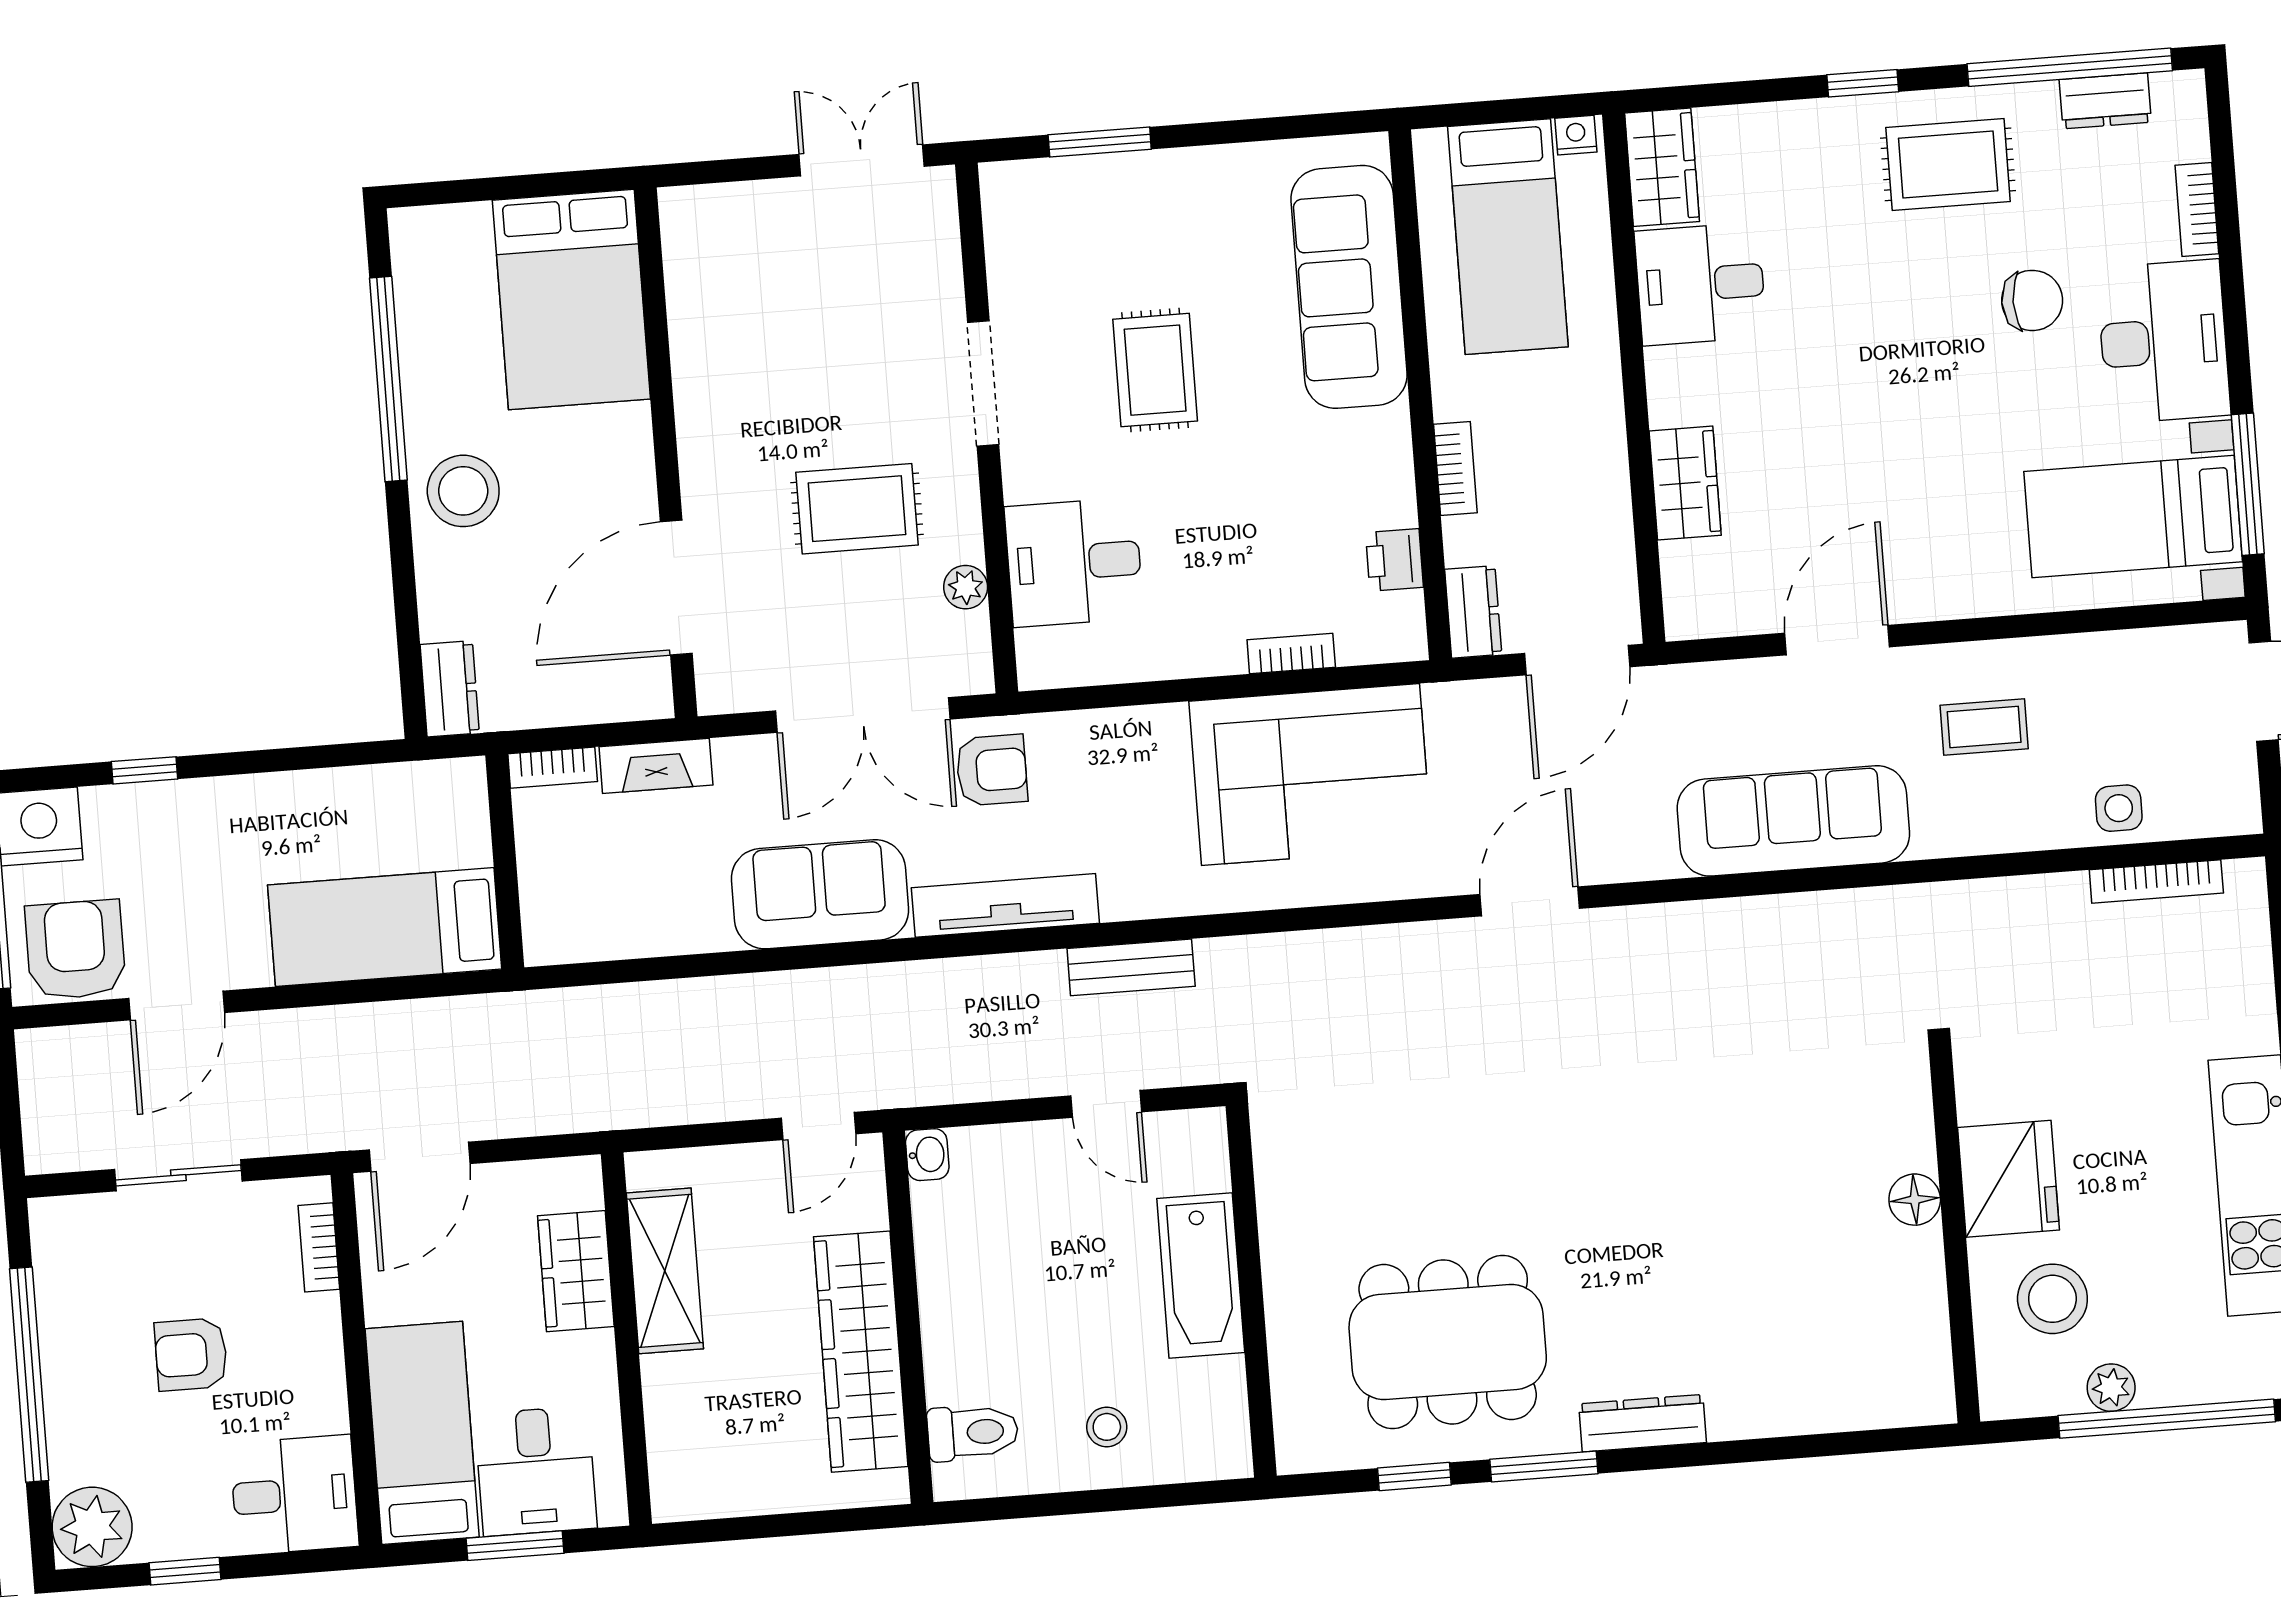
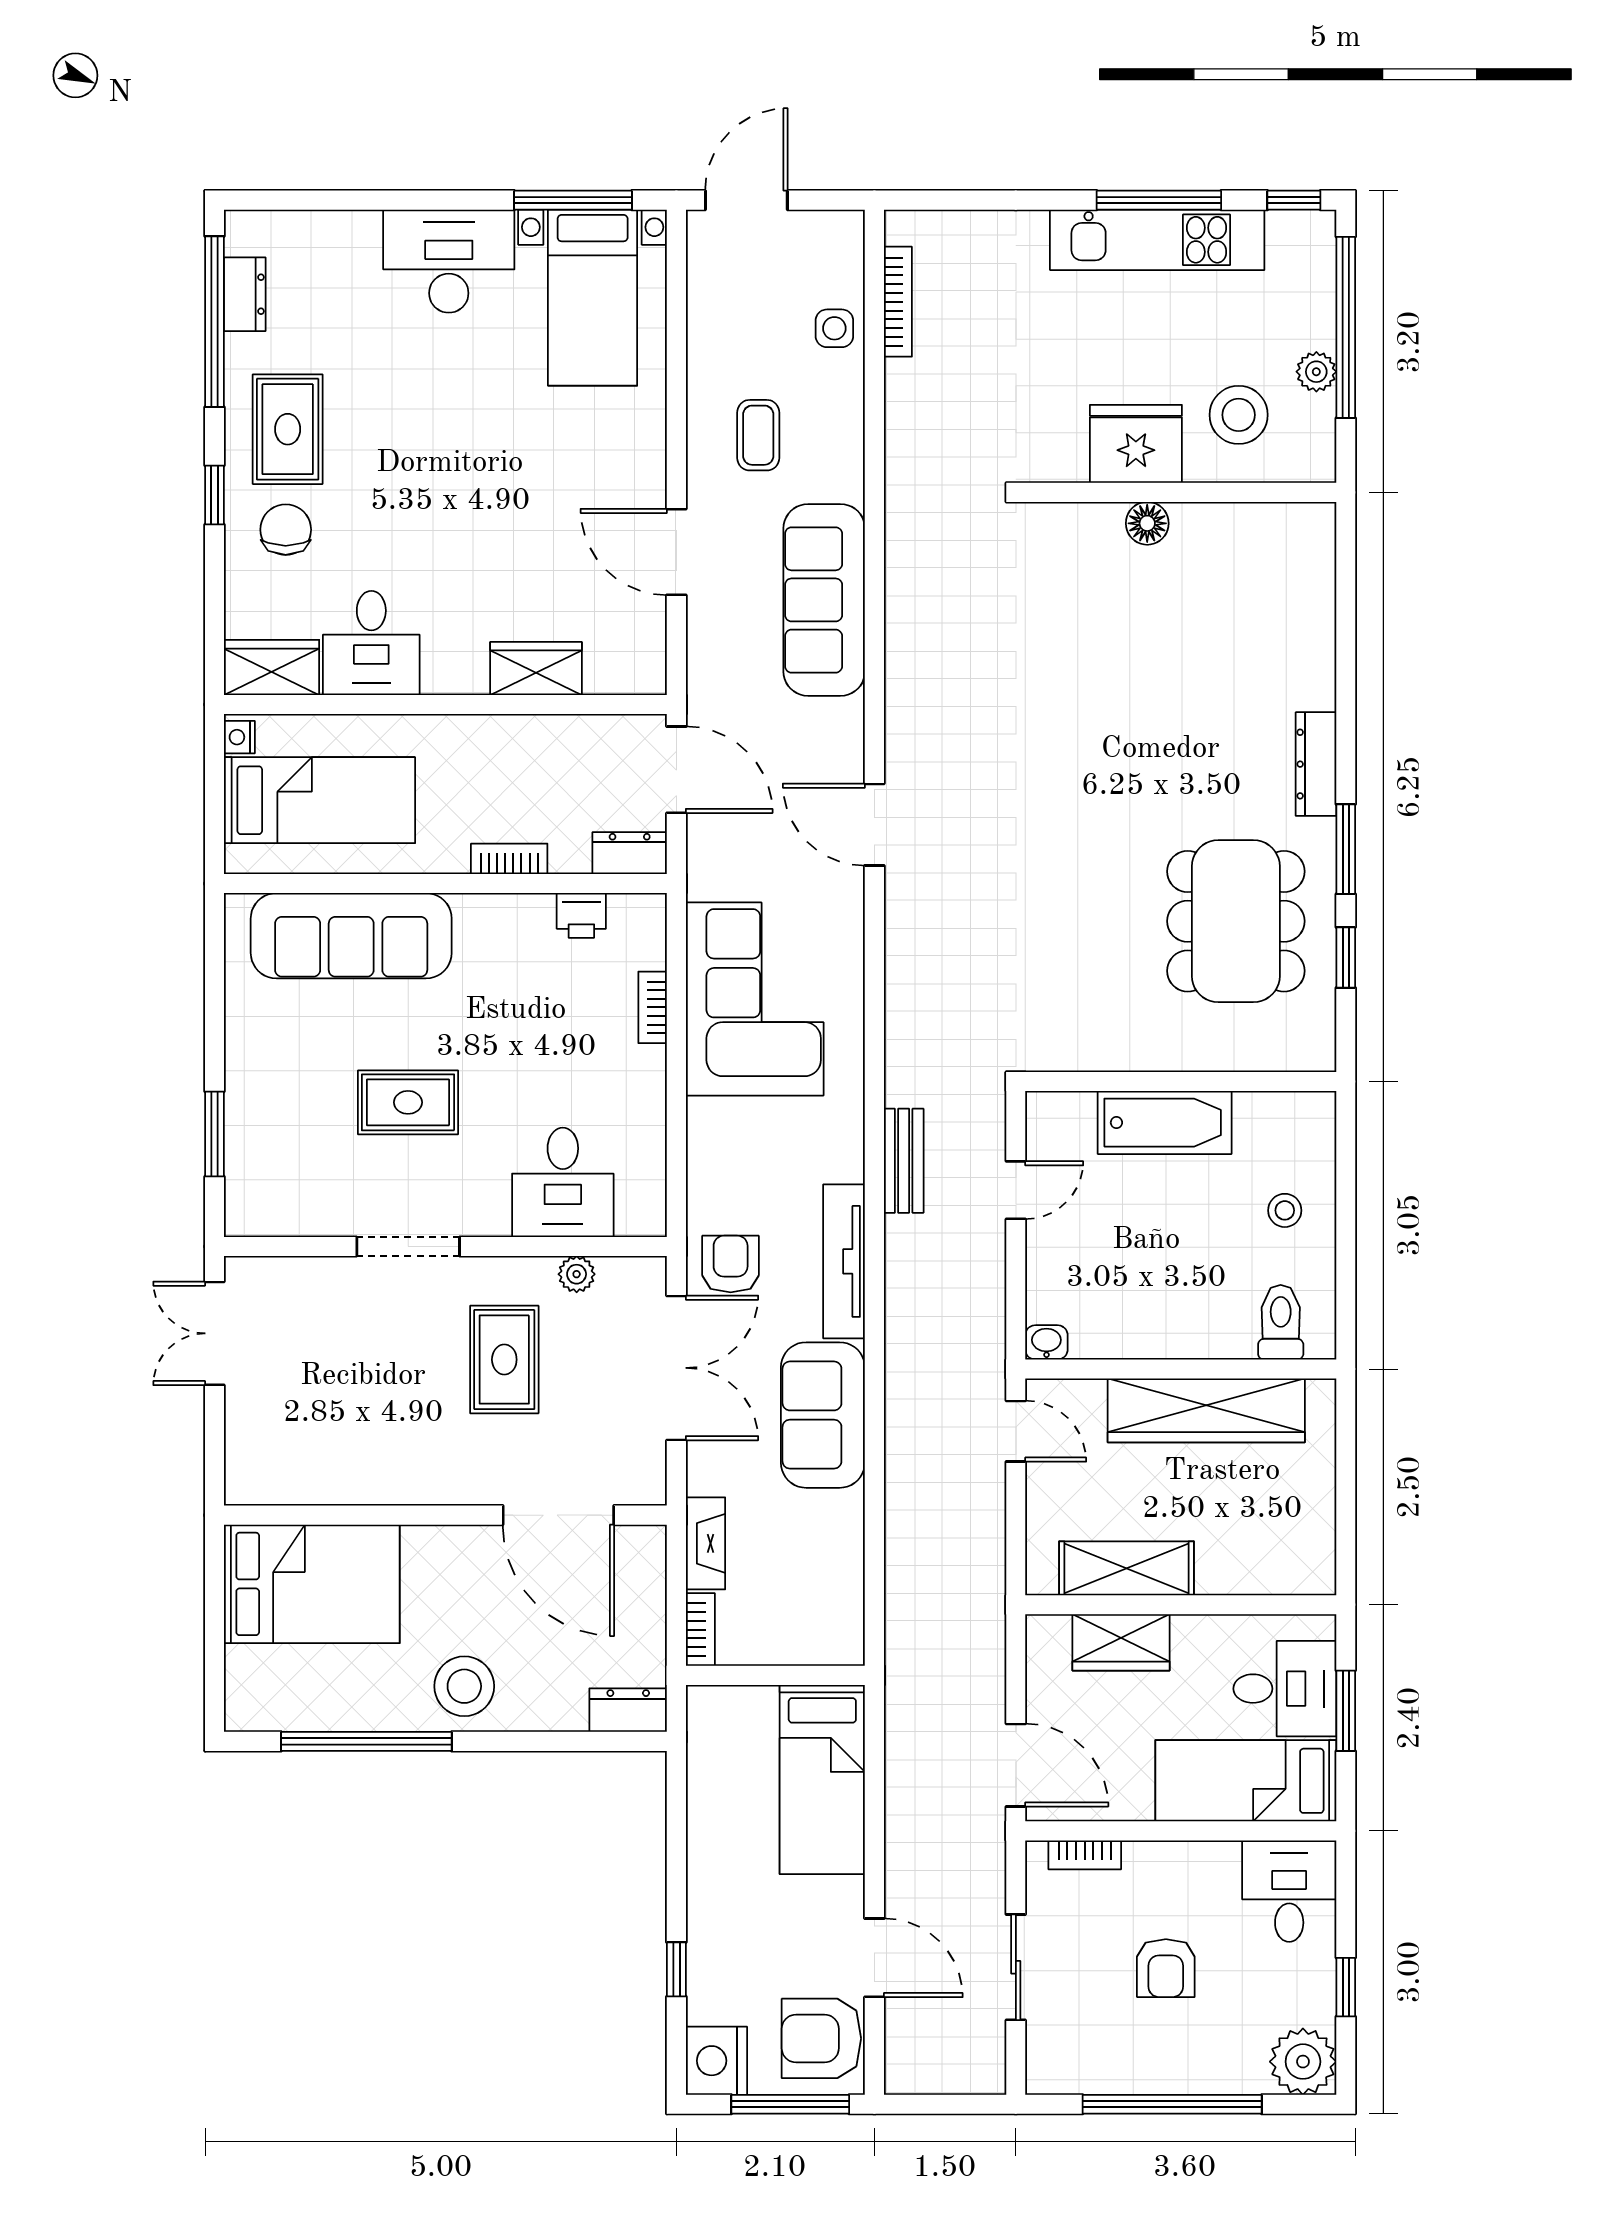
bookcase: (2197, 210) -> (341, 225), removed
chair: (2032, 300) -> (286, 530), moved

